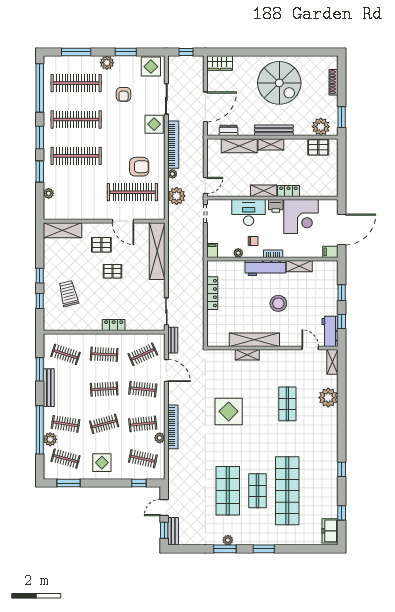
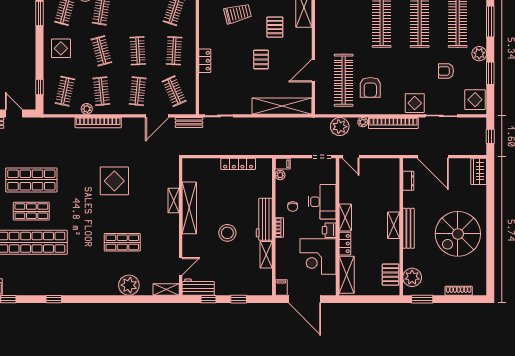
shelving: (239, 146) -> (347, 275), moved
pallet: (101, 245) -> (275, 27), moved
plant: (238, 253) -> (280, 175), moved

